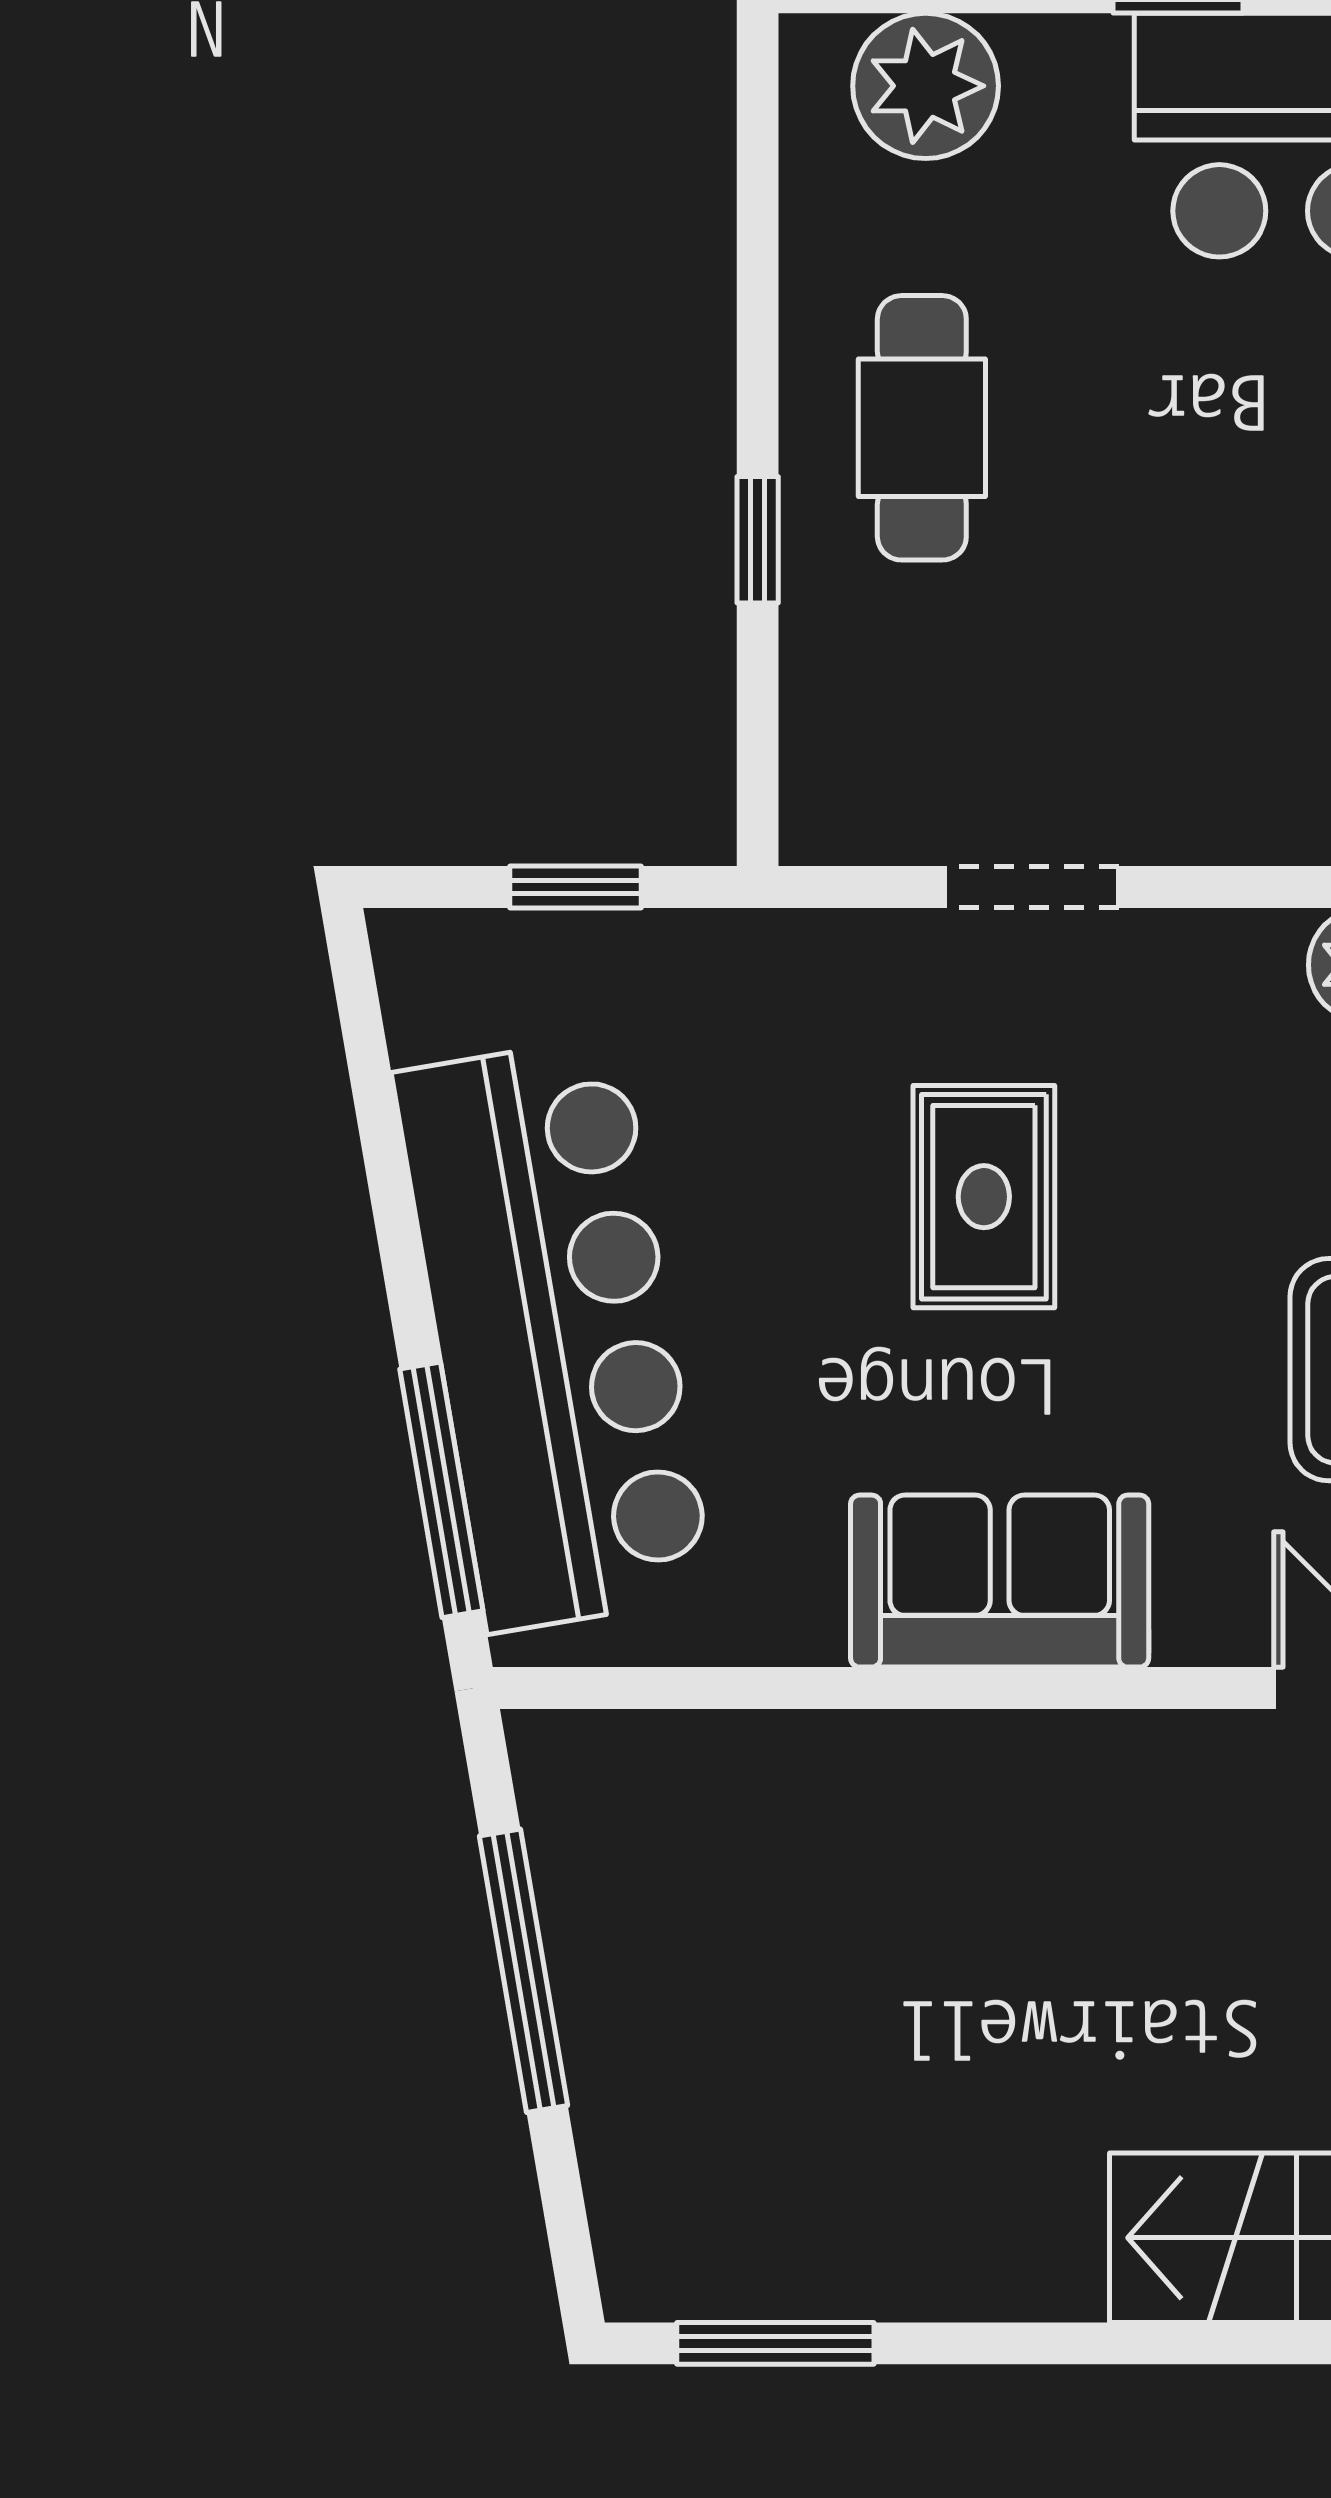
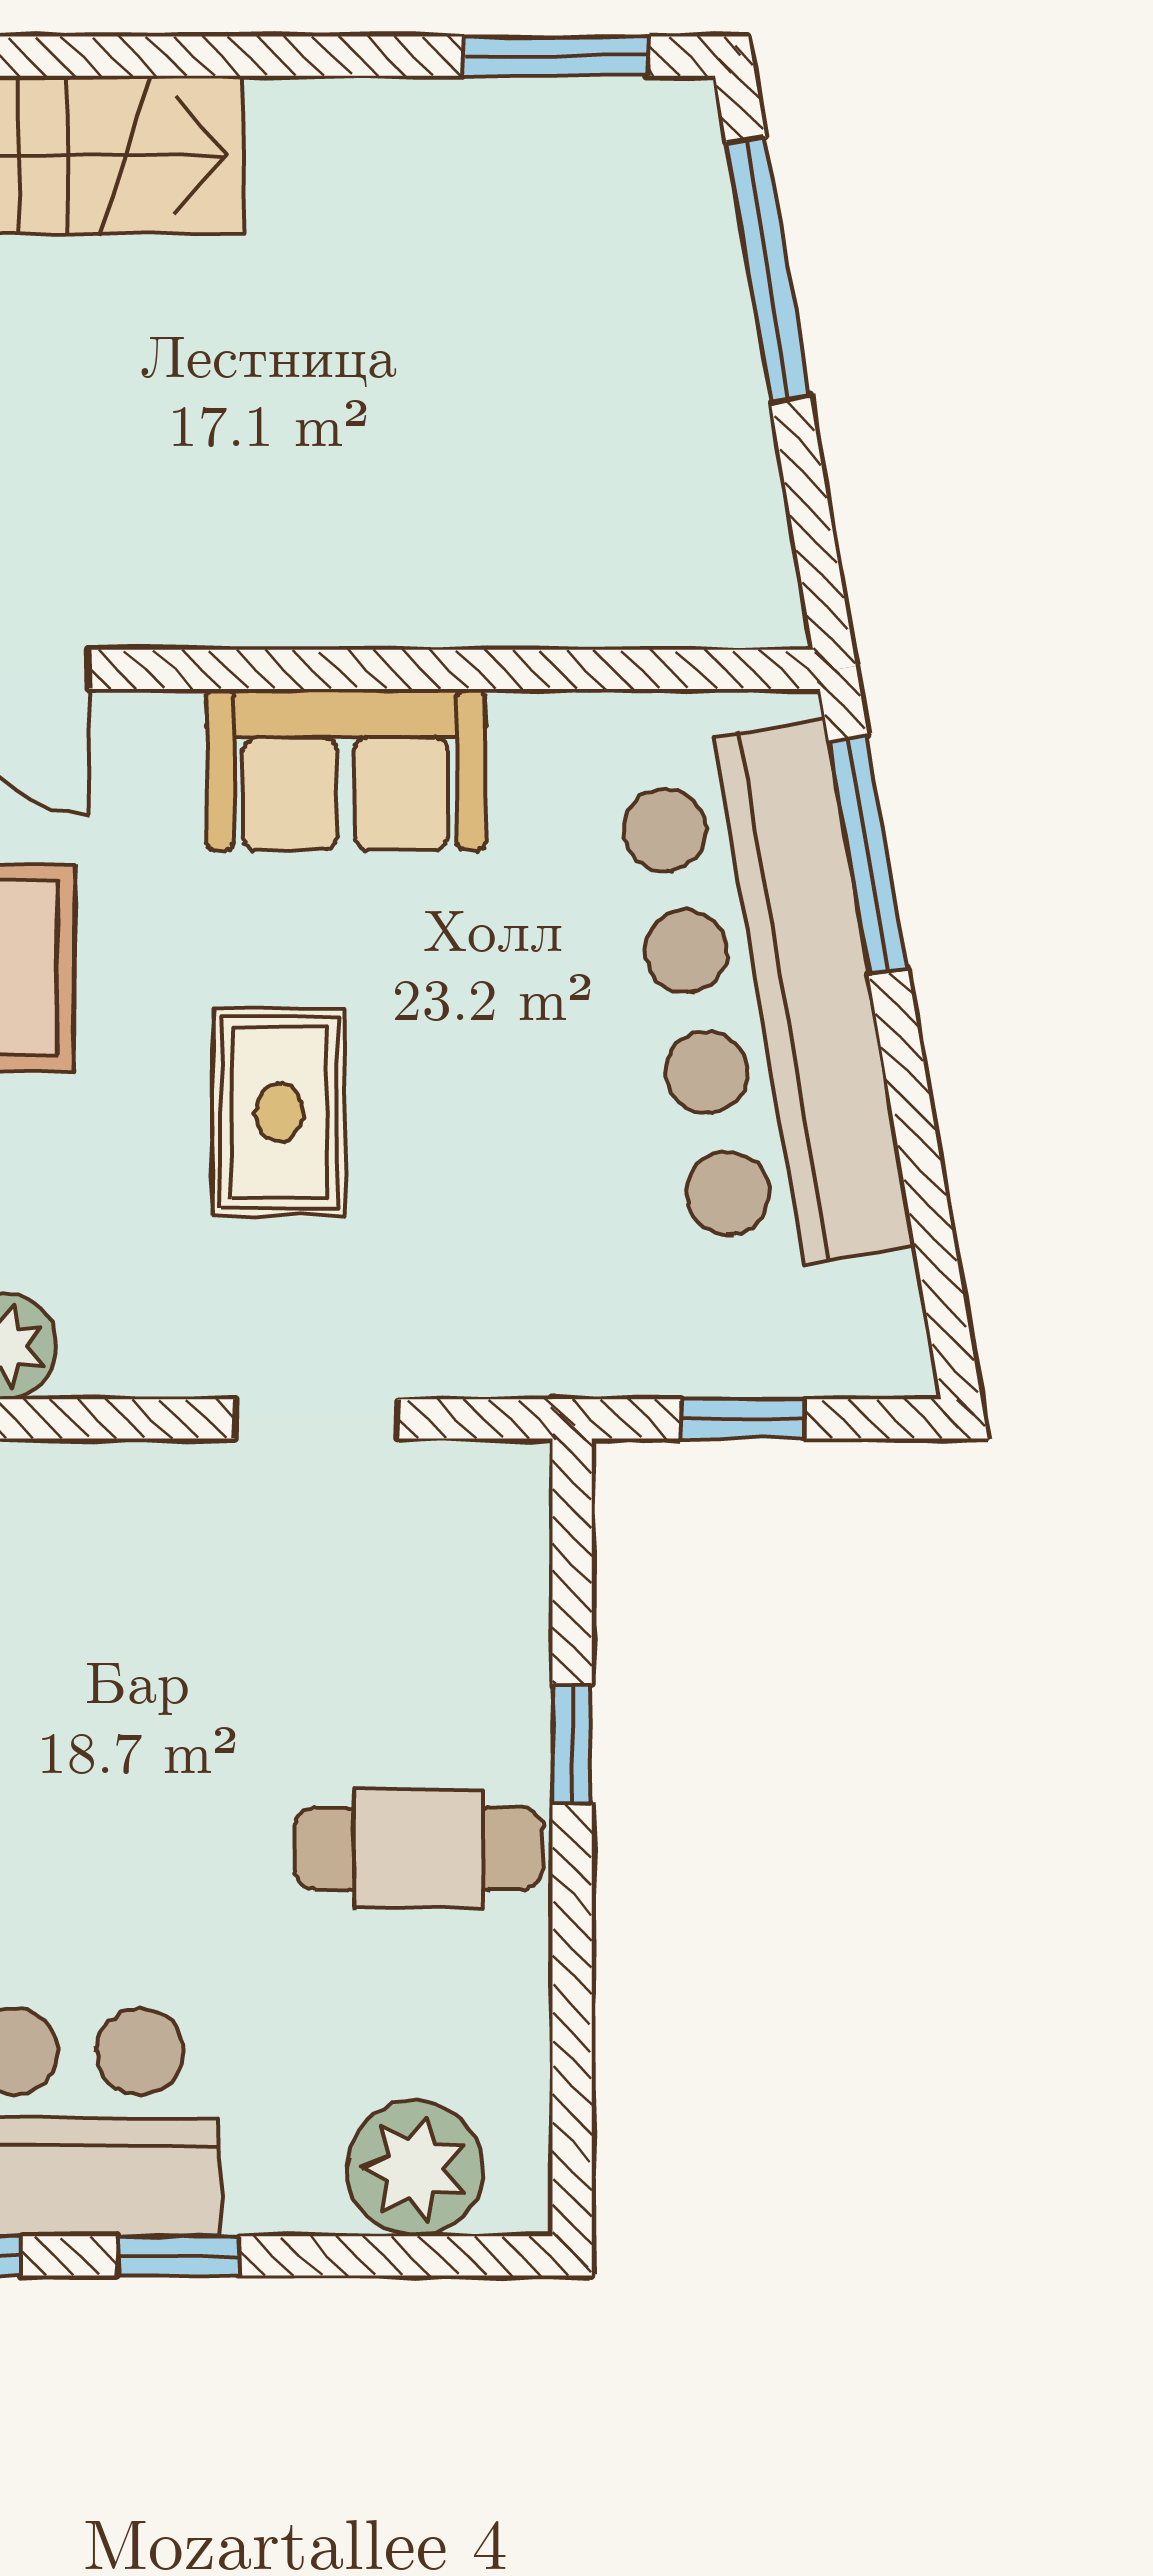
cafe table: (922, 428) -> (418, 1848), turned 90
rug: (984, 1197) -> (279, 1113), moved
window: (523, 1971) -> (768, 269), moved

